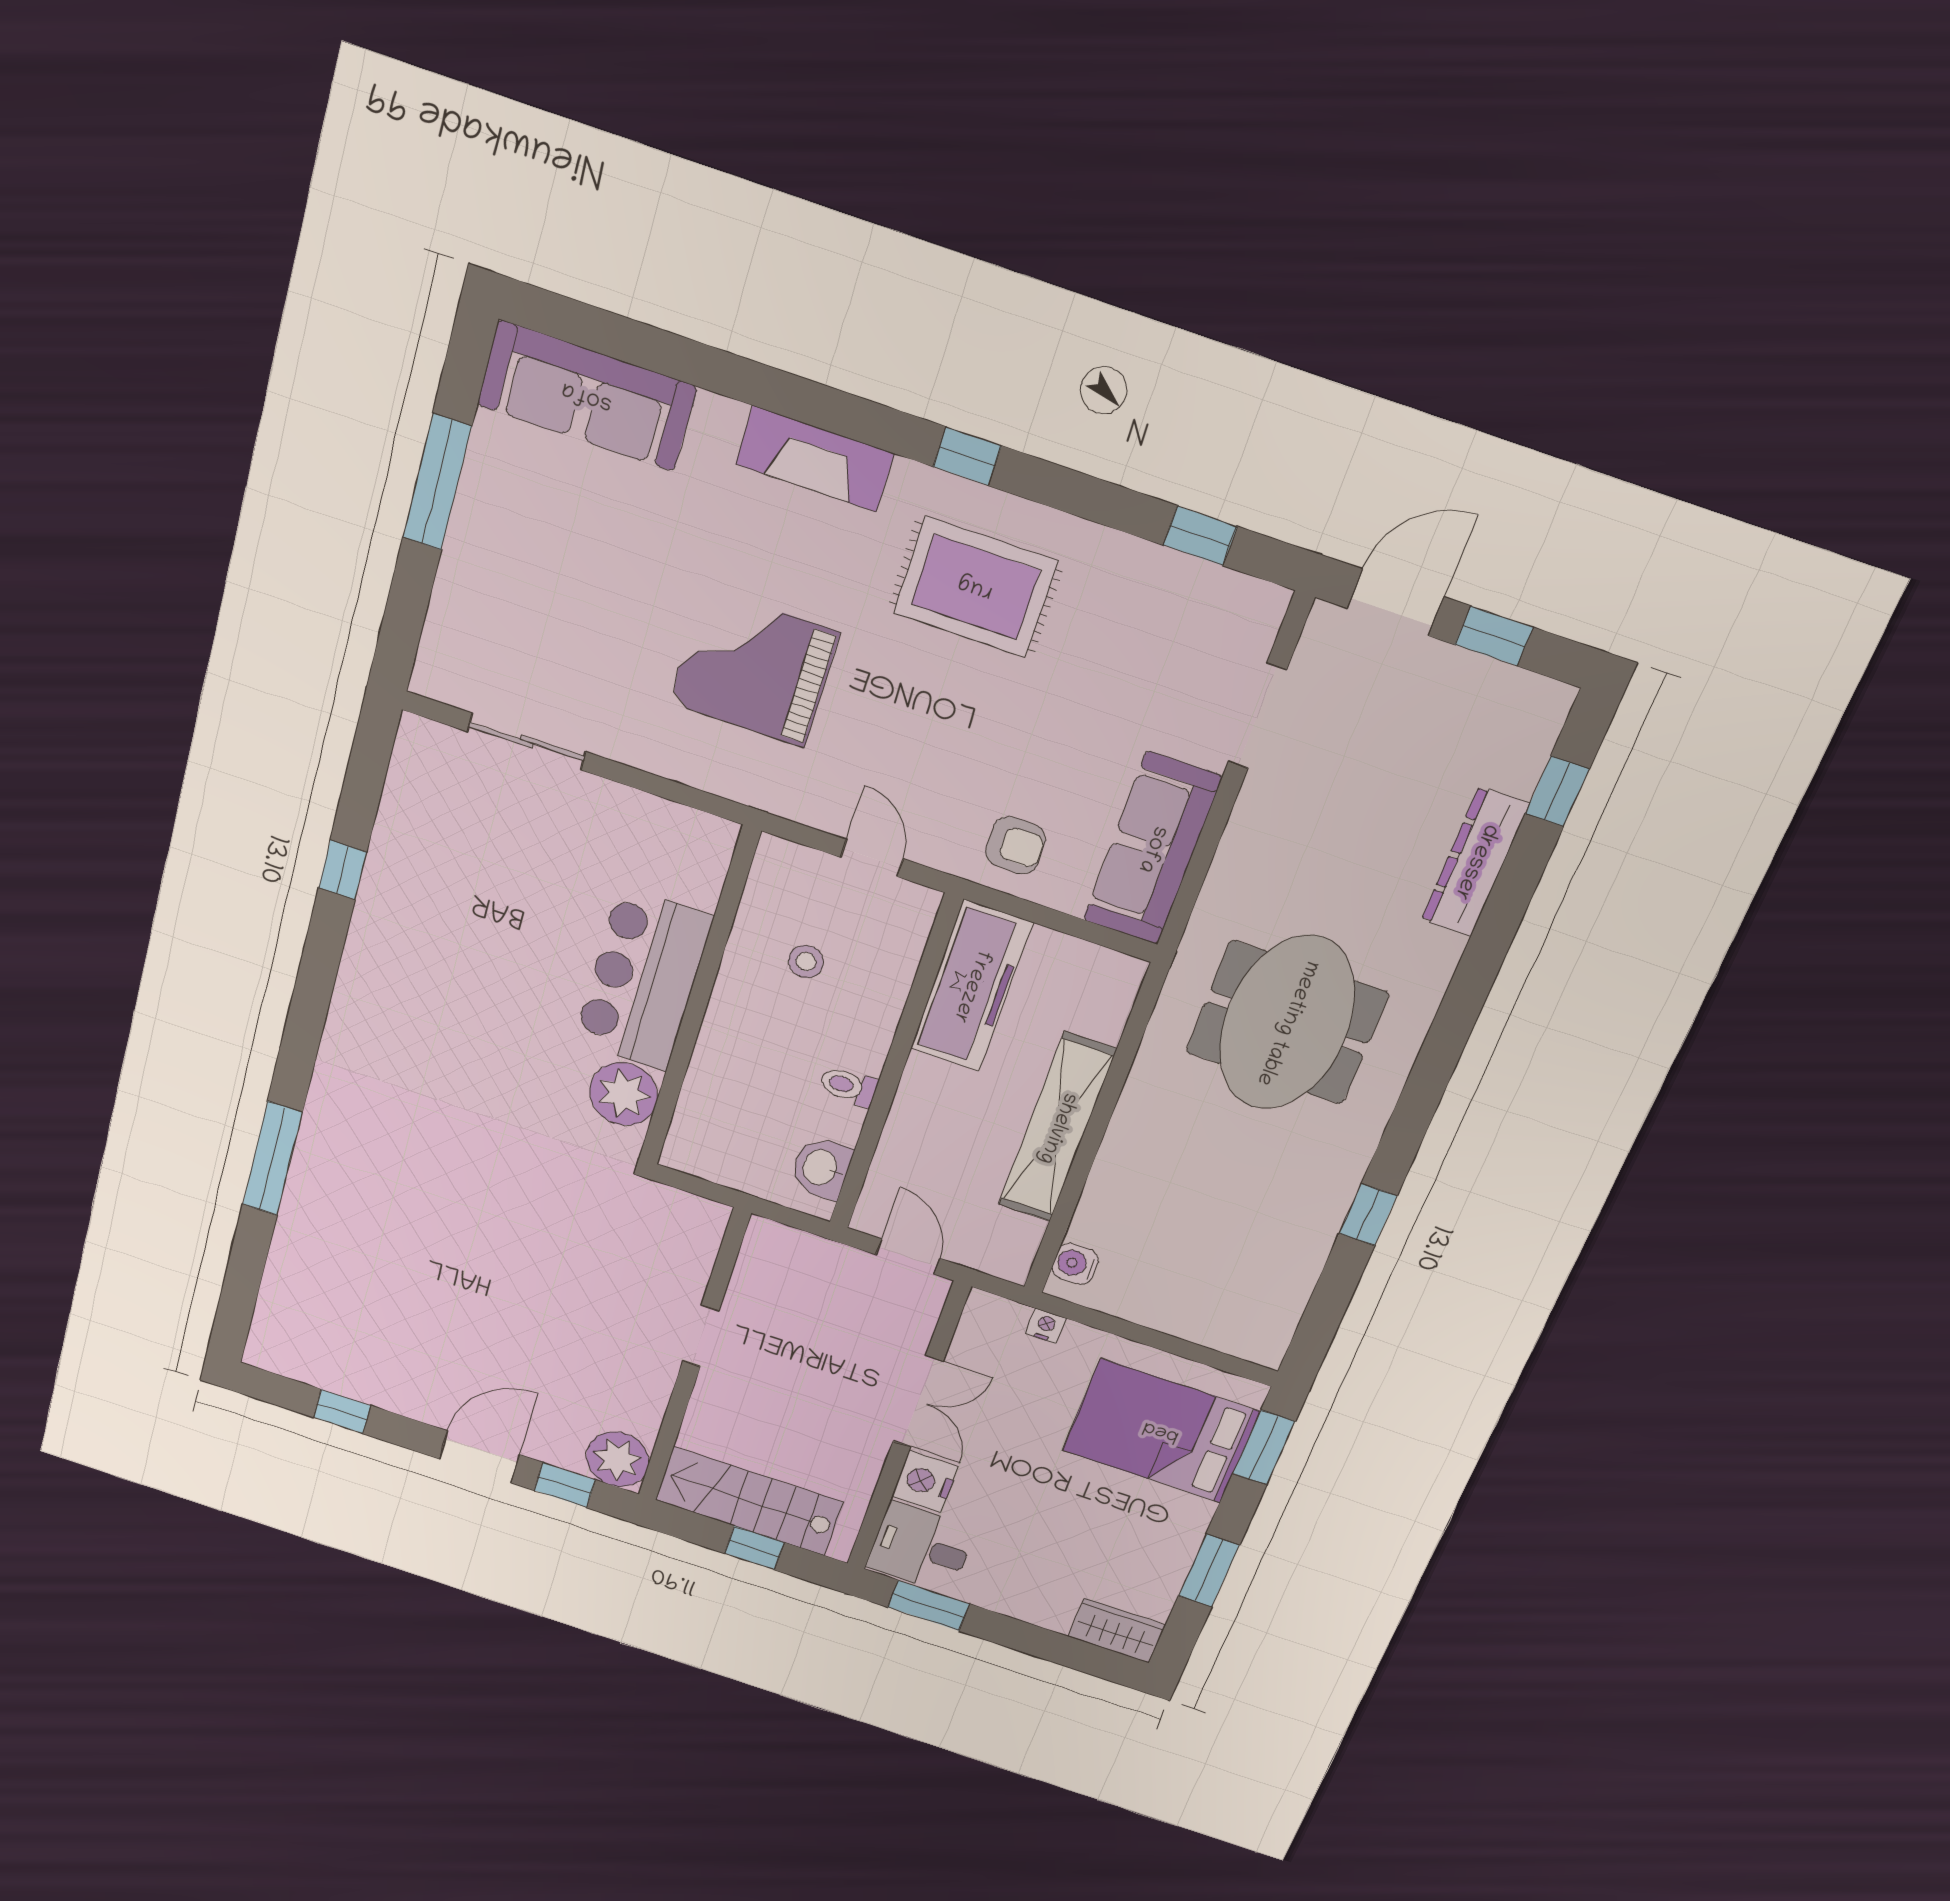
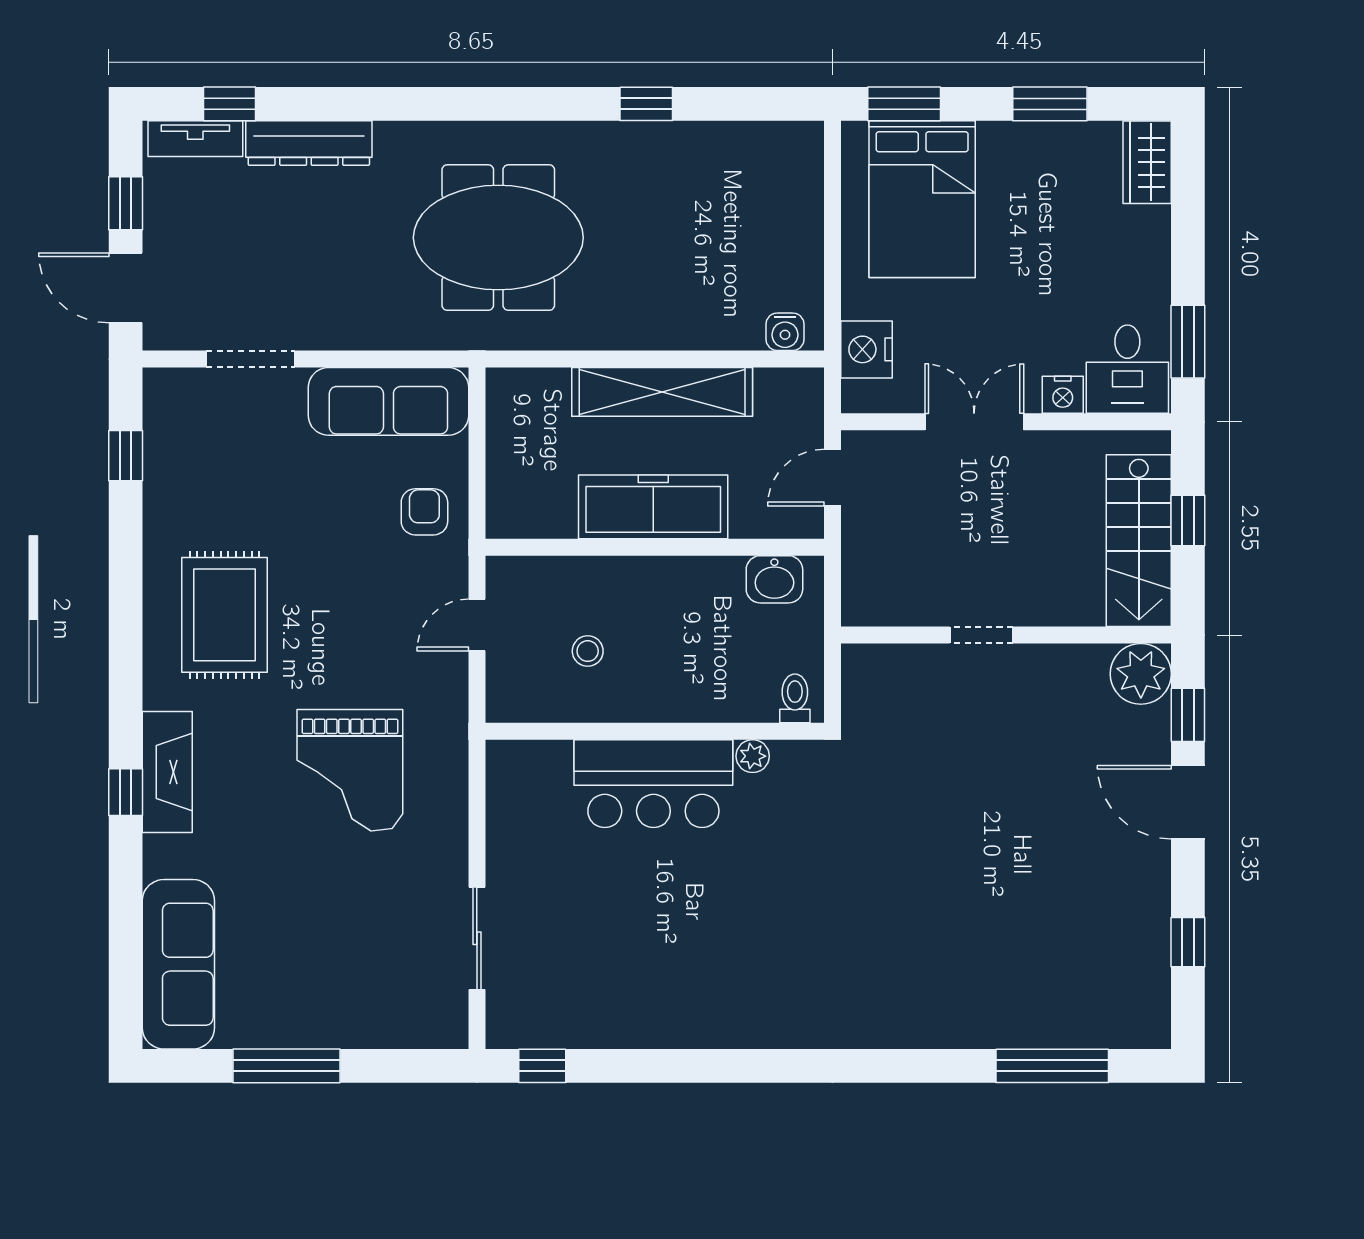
window: (967, 456) -> (126, 792), moved
tv unit: (1534, 740) -> (195, 139), added
window: (343, 870) -> (542, 1066), moved
freezer: (971, 986) -> (653, 507), moved
toilet: (849, 1086) -> (795, 698), moved, turned 180
plant: (624, 1094) -> (753, 756), width x0.53, depth x0.53
window: (272, 1159) -> (1052, 1066), moved
nightstand: (1046, 1326) -> (867, 349), width x1.89, depth x1.79
nightstand: (925, 1481) -> (1063, 395), width x0.74, depth x0.75

